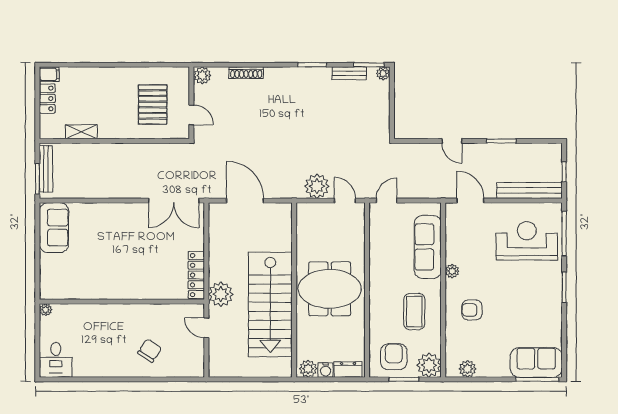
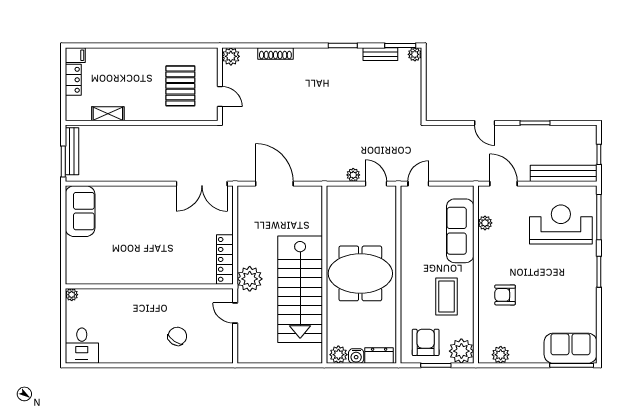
plant: (317, 186) -> (353, 175), width x0.53, depth x0.53
plant: (452, 271) -> (485, 223), moved

